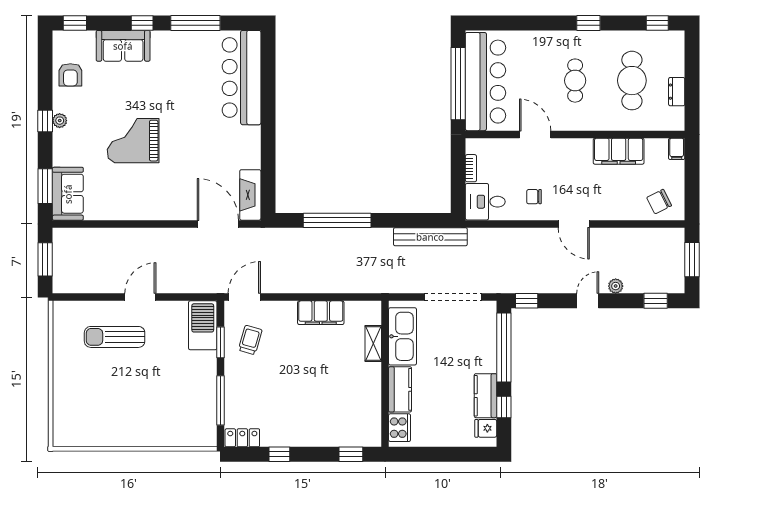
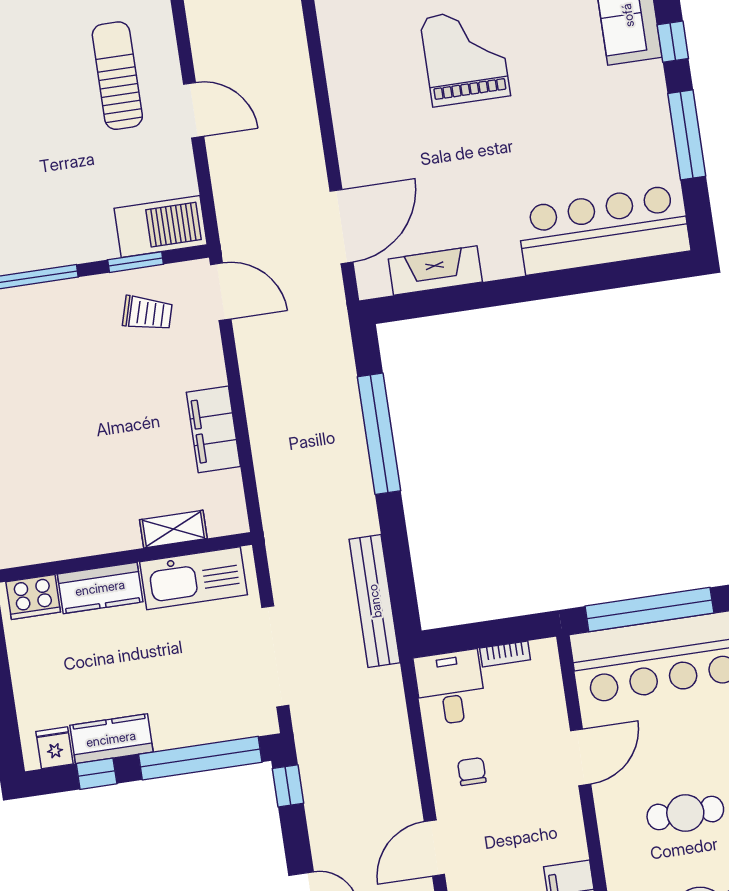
fireplace: (250, 195) -> (435, 270), moved

